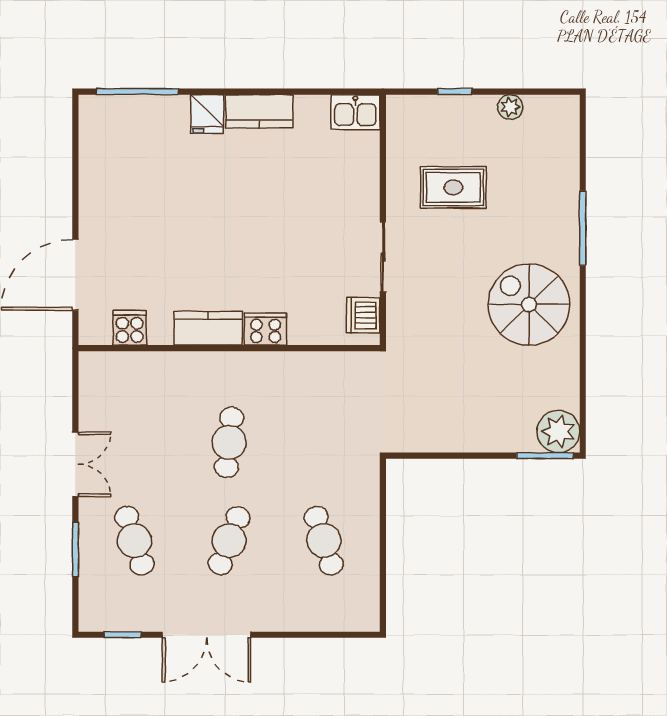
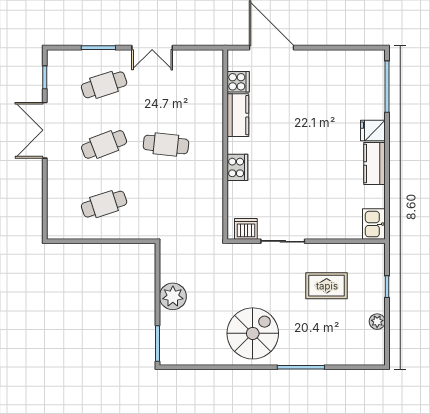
rug: (453, 187) -> (327, 286), turned 90
kitchen counter: (208, 328) -> (238, 115), moved
plant: (558, 431) -> (173, 296), moved
cafe table: (229, 541) -> (104, 144), turned -42

